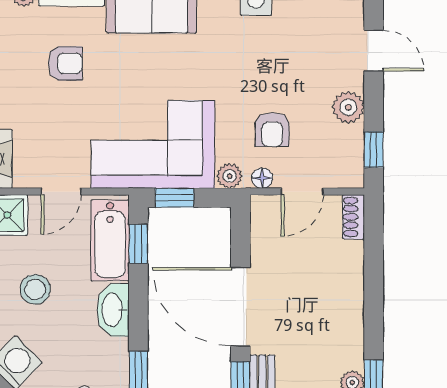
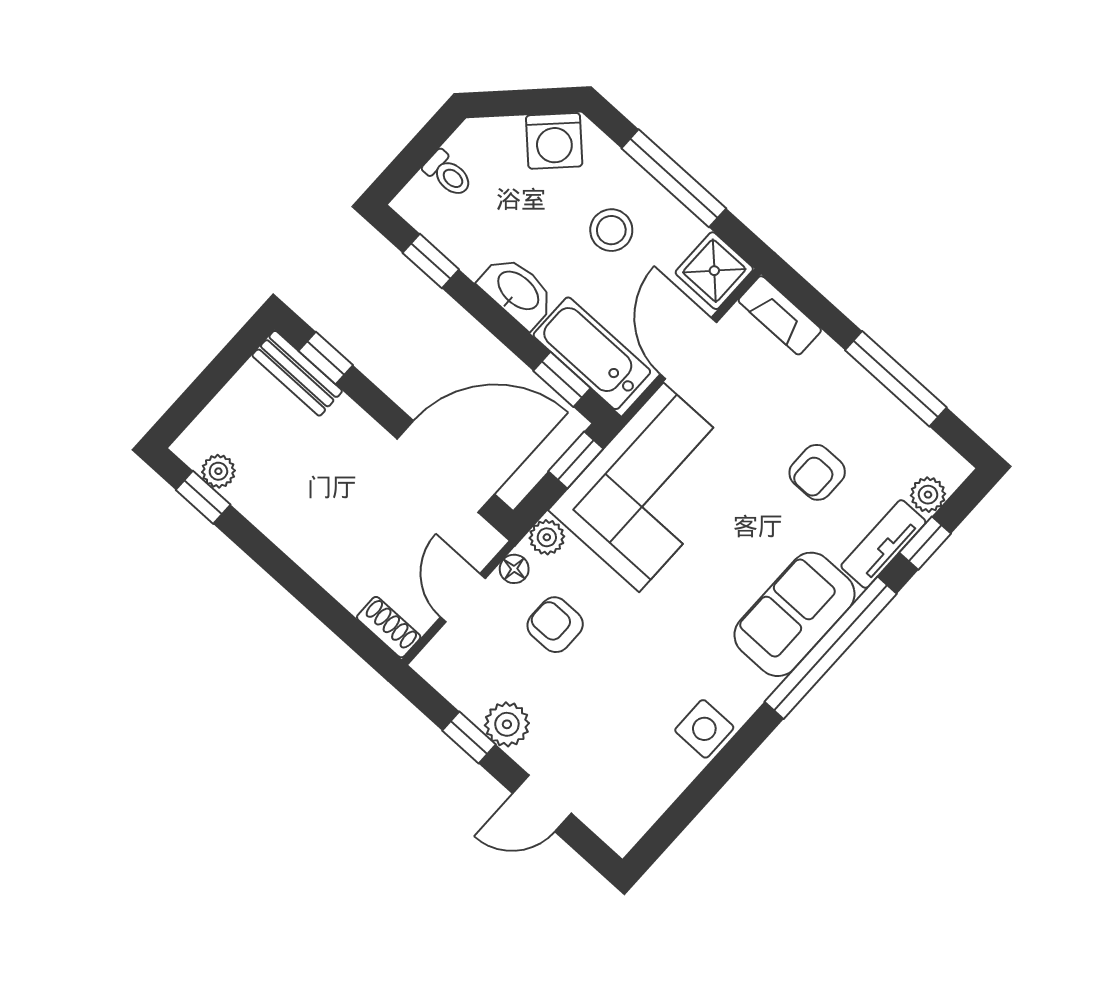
window: (374, 149) -> (469, 738), moved
door: (61, 192) -> (688, 348), width x1.38
door: (241, 307) -> (446, 467), moved

